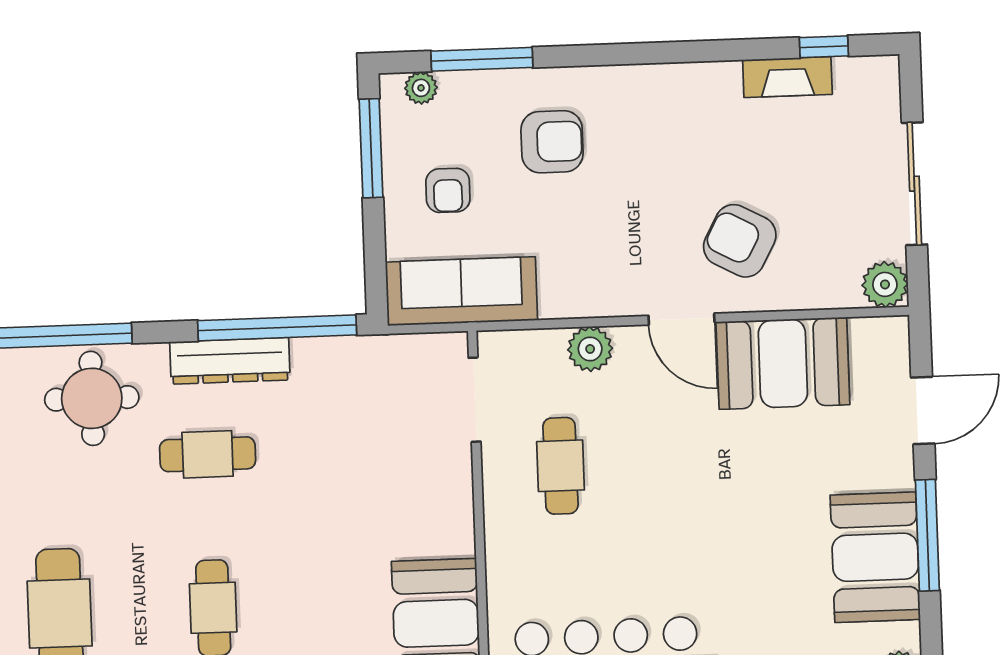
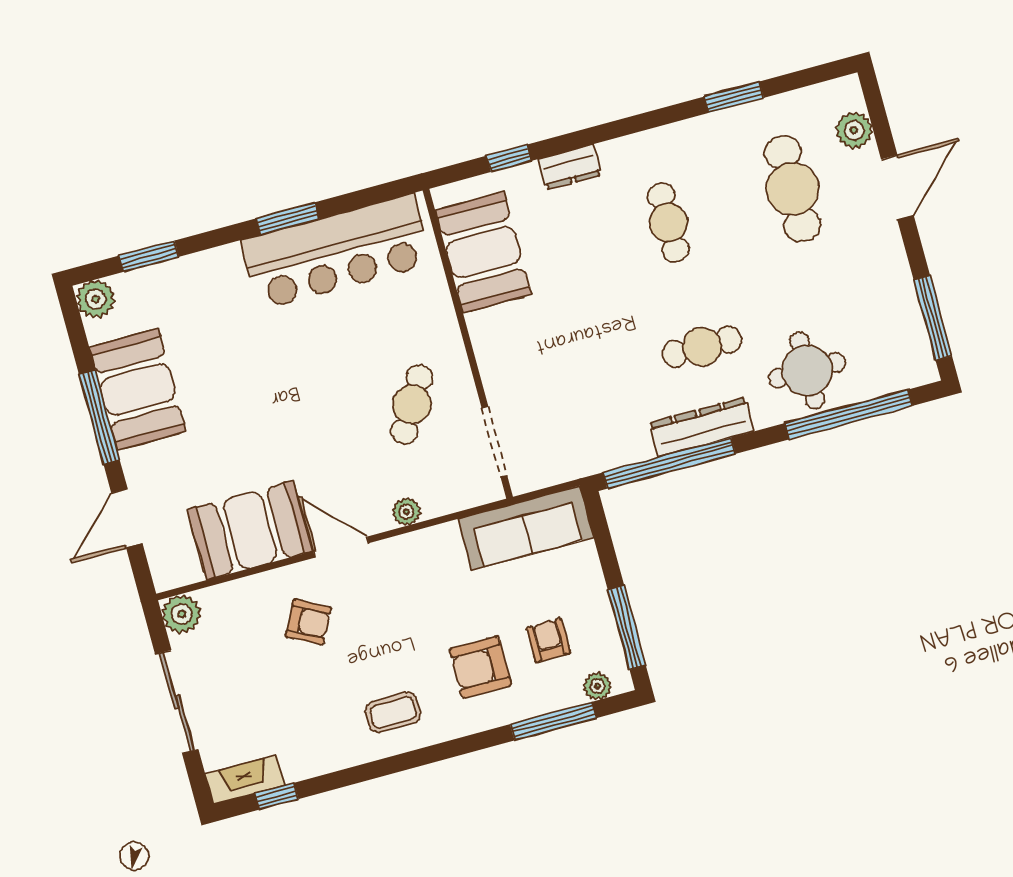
fireplace: (787, 77) -> (245, 780), moved
coffee table: (666, 113) -> (393, 712), added
armchair: (448, 190) -> (548, 640), moved
armchair: (740, 241) -> (308, 622), width x0.72, depth x0.72
plant: (590, 349) -> (406, 512), width x0.73, depth x0.73
cafe table: (560, 466) -> (412, 404), turned 31

